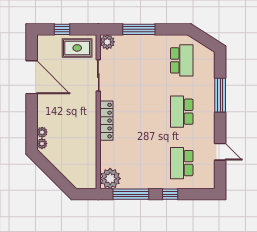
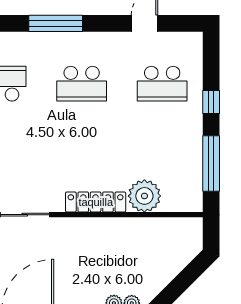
plant: (110, 179) -> (144, 196), moved

